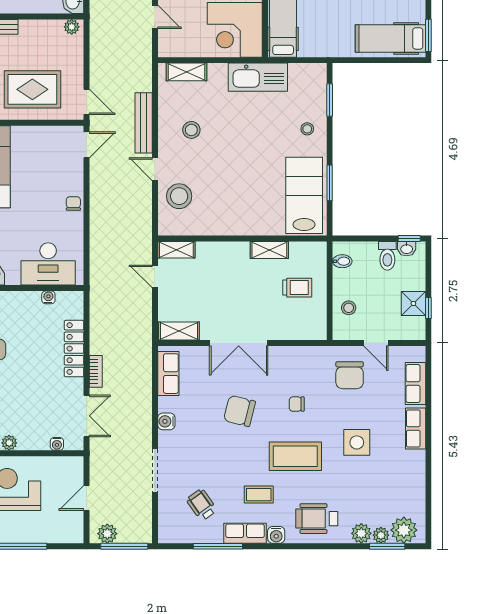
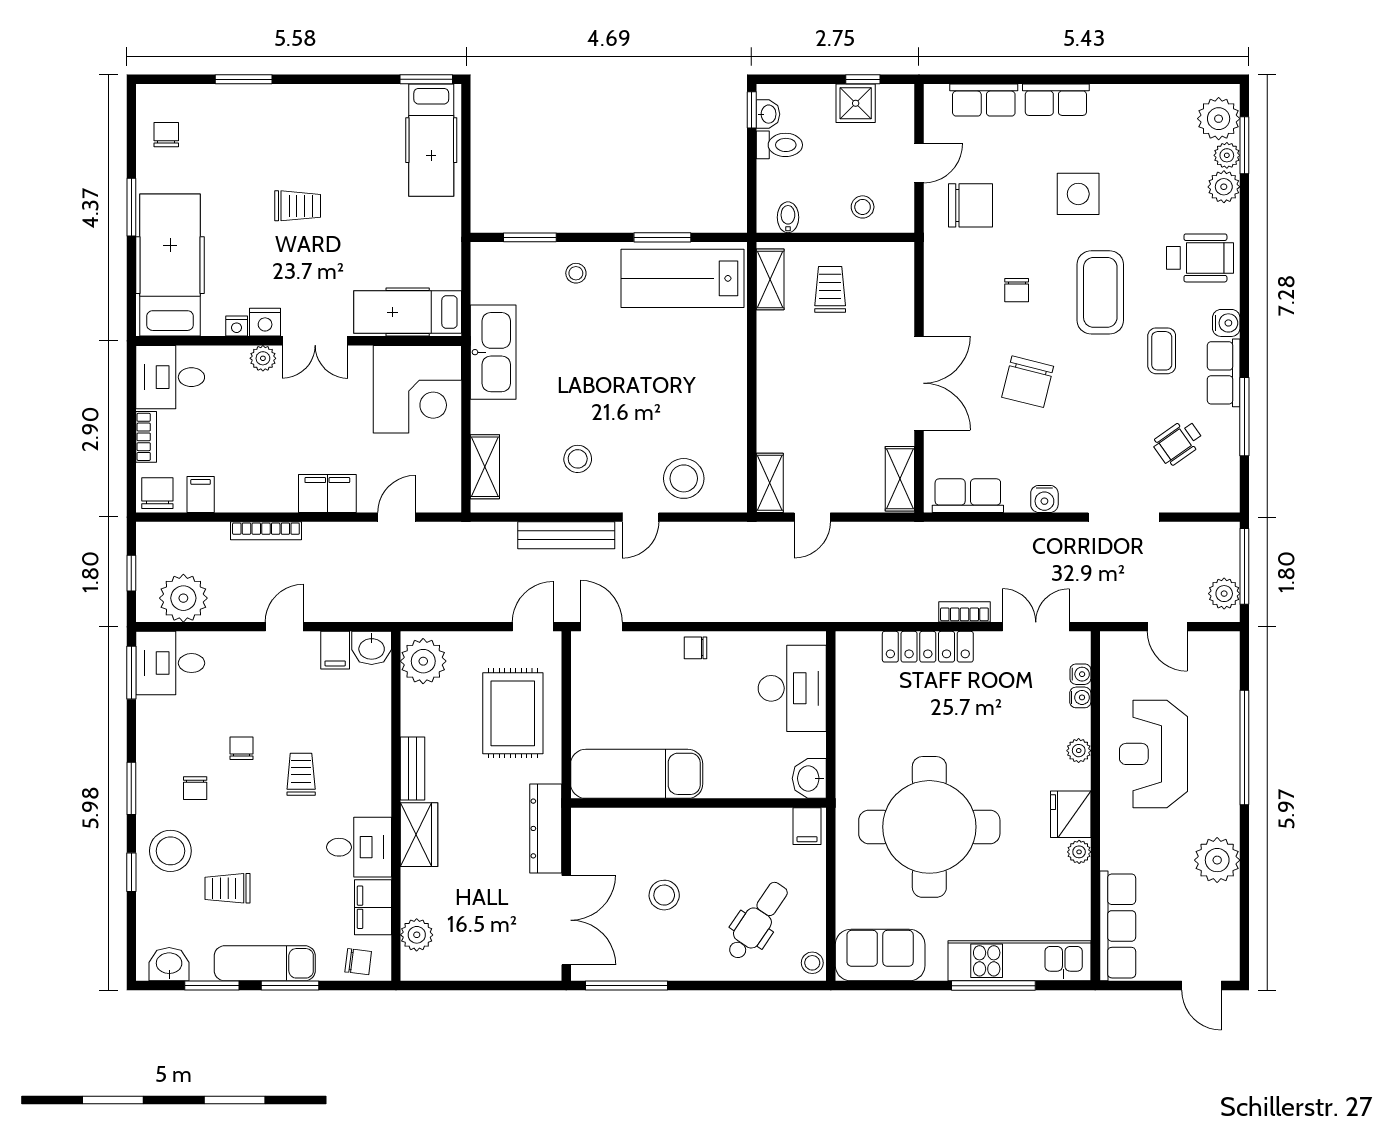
plant: (72, 27) -> (423, 661), width x1.88, depth x1.88
shelving: (269, 250) -> (770, 279), moved
water cooler: (48, 297) -> (1080, 697), moved, turned 180
wheelchair: (317, 519) -> (1200, 258), turned -90

